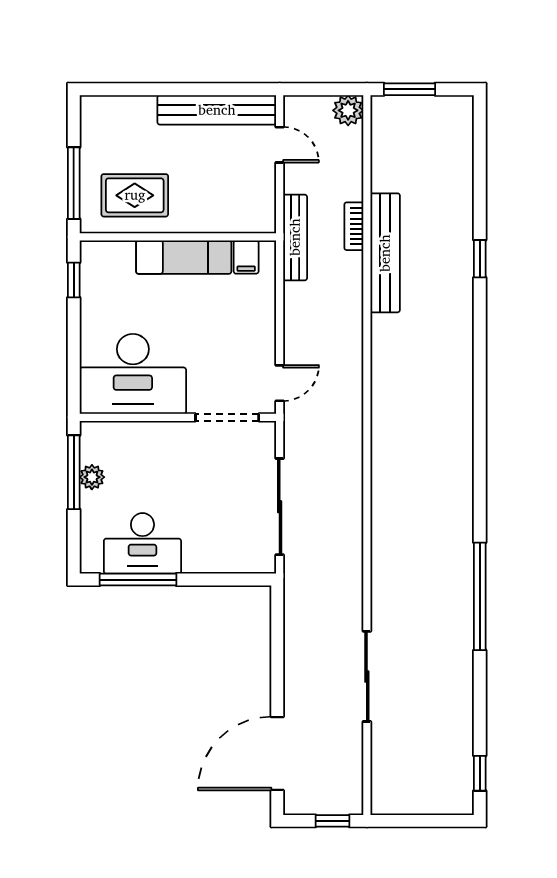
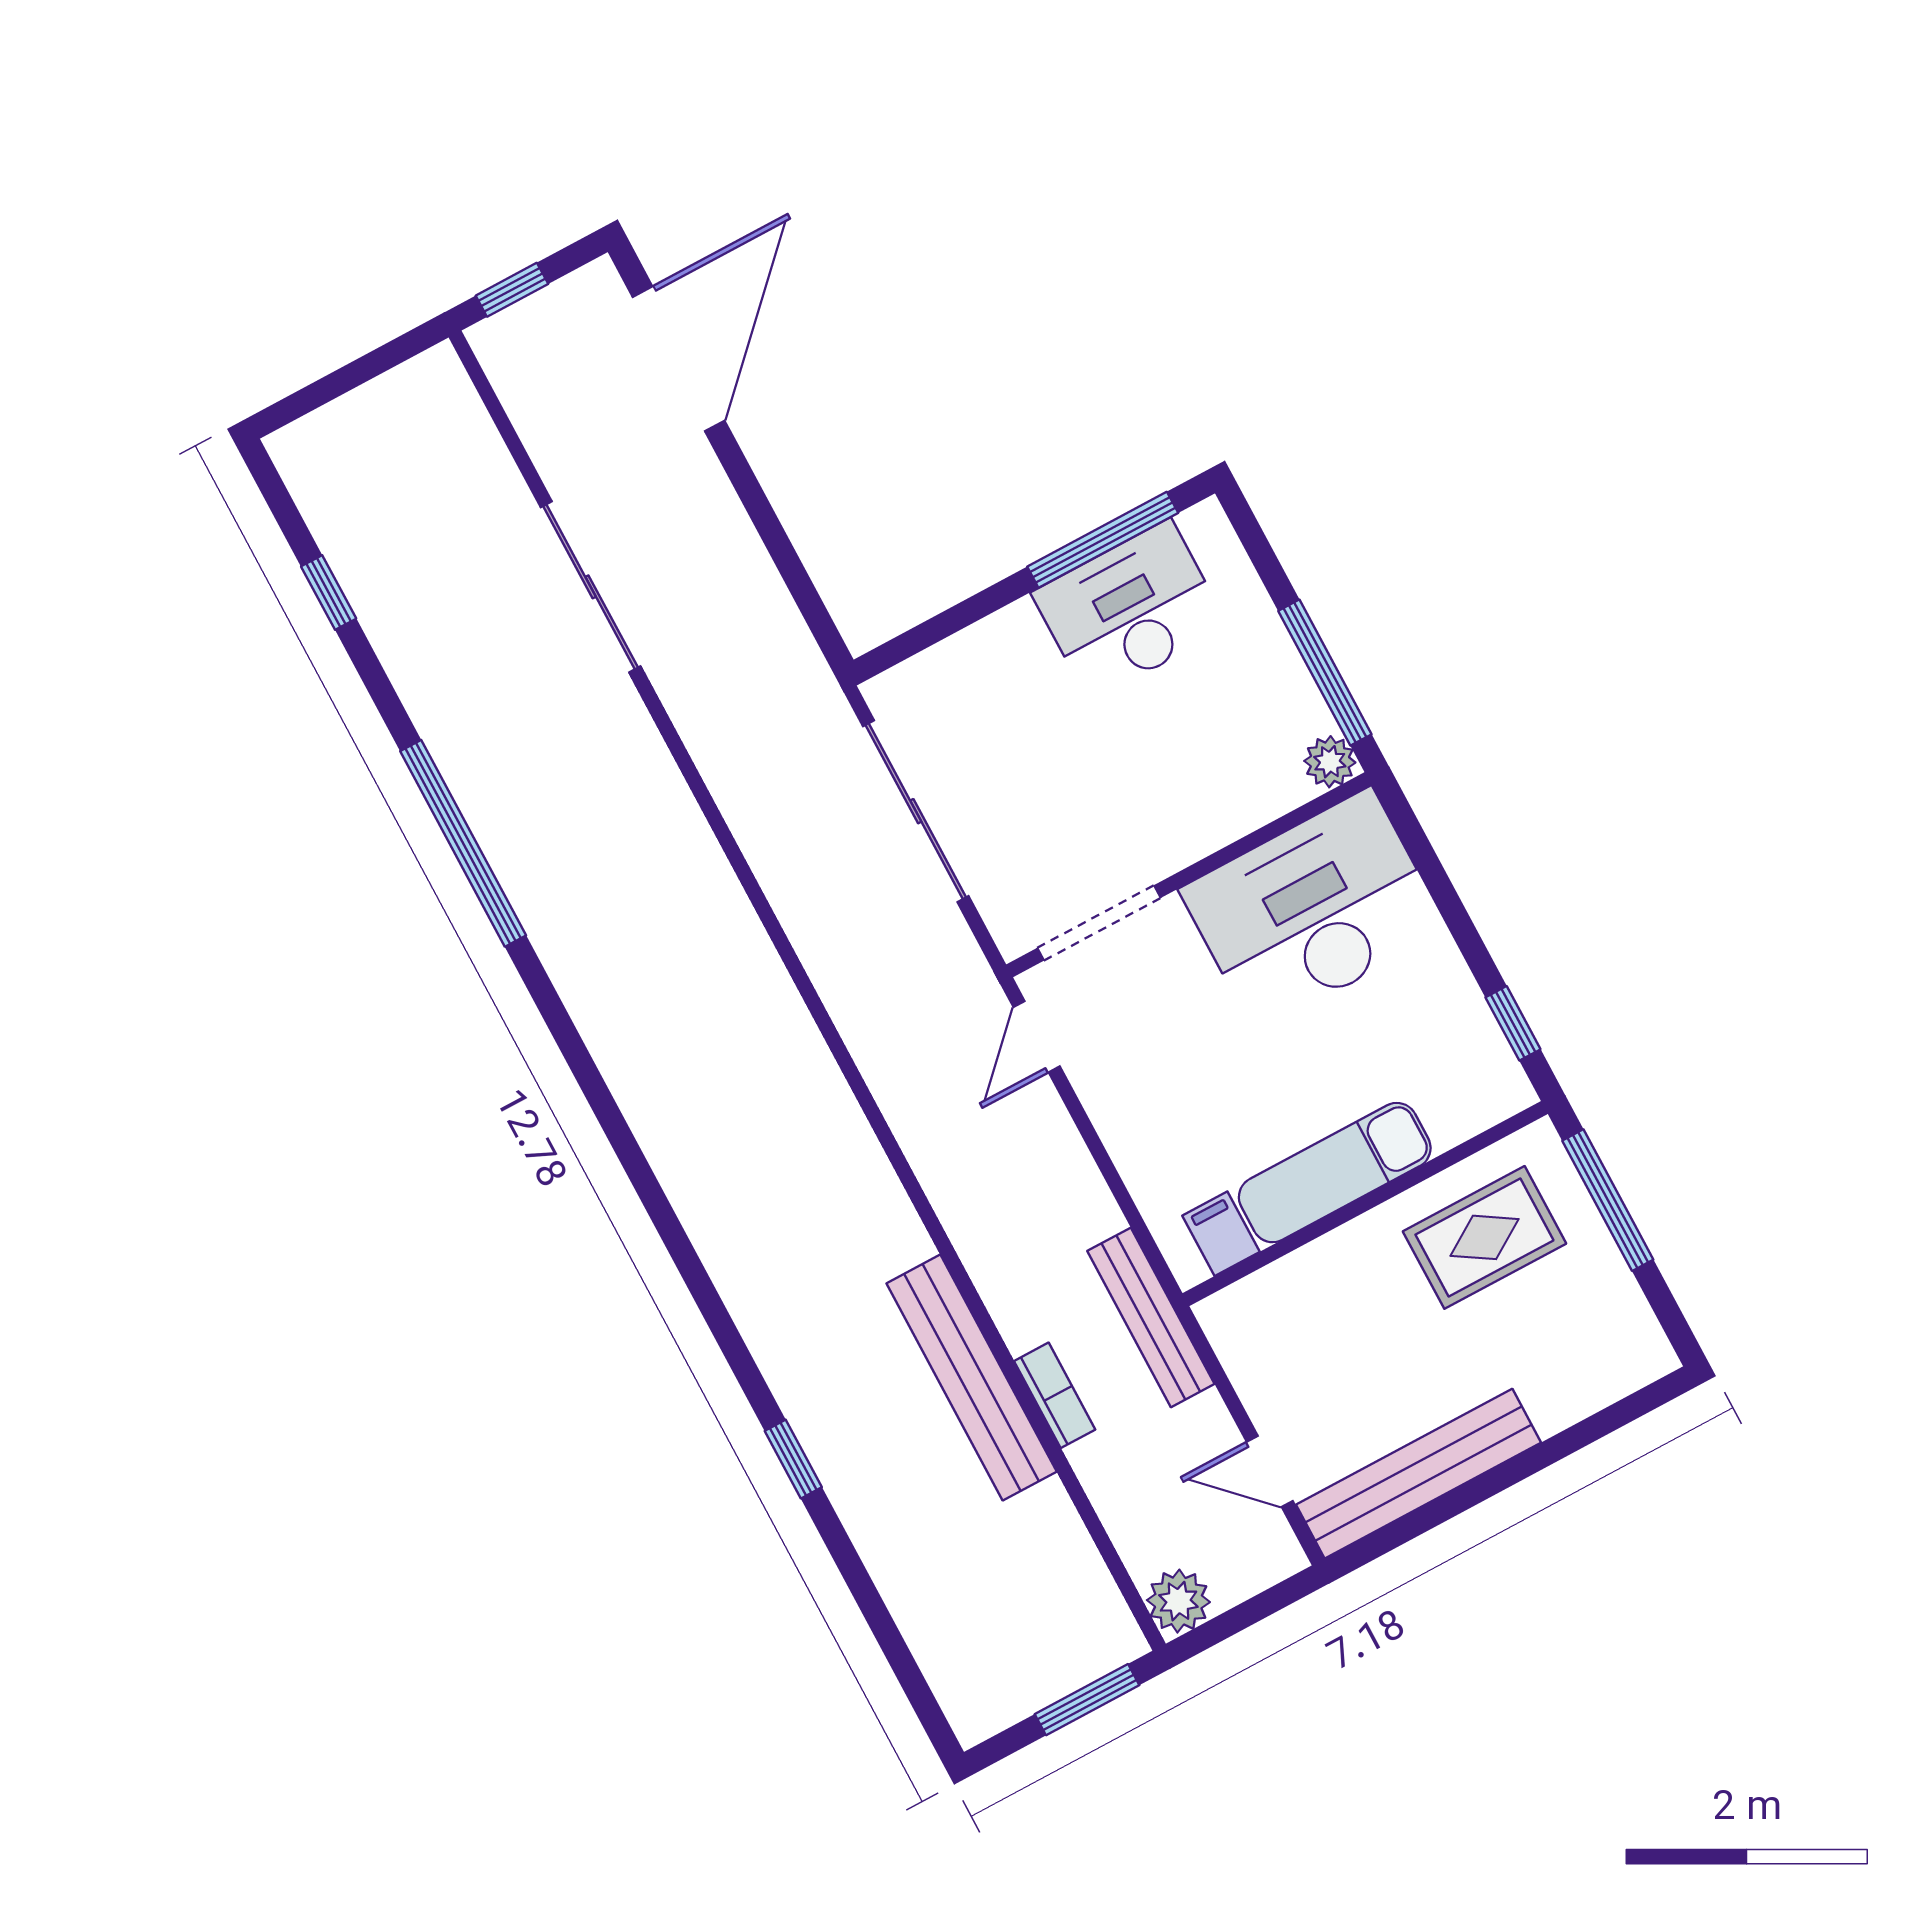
plant: (92, 477) -> (1330, 762), moved
window: (480, 773) -> (329, 593), moved

